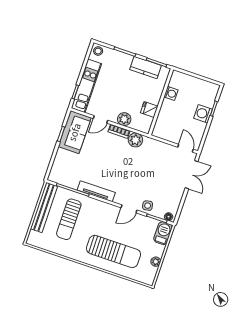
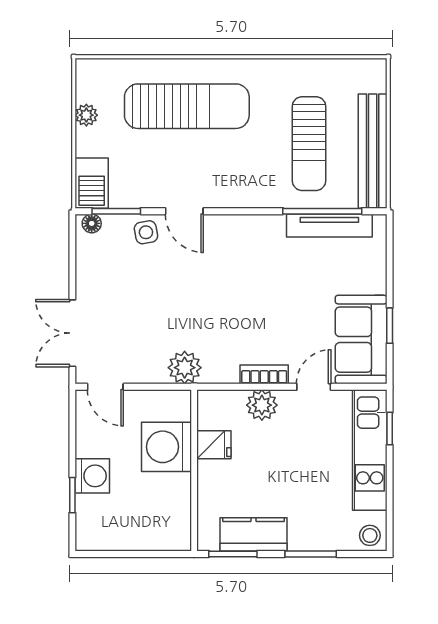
washing machine: (171, 93) -> (167, 447), moved, width x1.89, depth x1.89
plant: (135, 140) -> (185, 368), moved
tv unit: (96, 191) -> (329, 226), moved
door: (129, 209) -> (184, 211), swing flipped
sun lounger: (69, 219) -> (309, 144), turned 180
sun lounger: (114, 251) -> (187, 106), turned 180

